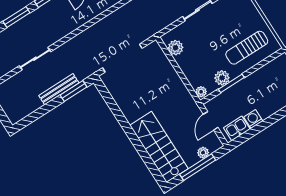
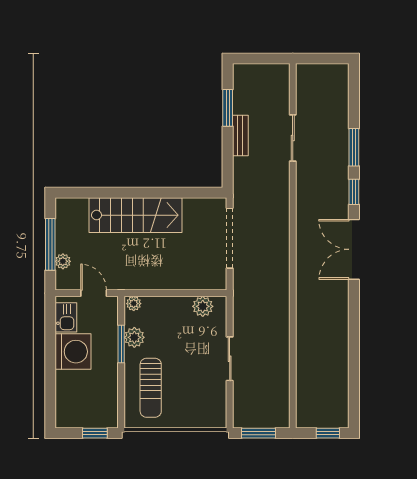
sun lounger: (247, 48) -> (151, 388), turned 180
bench: (59, 89) -> (240, 136), width x0.73
window: (74, 91) -> (228, 108), moved
washing machine: (253, 119) -> (73, 352), width x1.89, depth x1.89
stairs: (159, 147) -> (135, 215), moved

